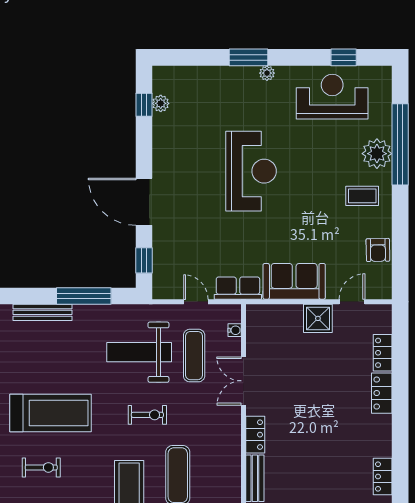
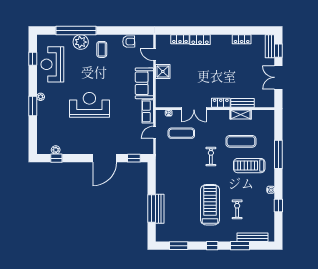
window: (84, 296) -> (152, 208), moved
weight bench: (139, 352) -> (180, 161), removed
shelving: (232, 474) -> (241, 114), added

